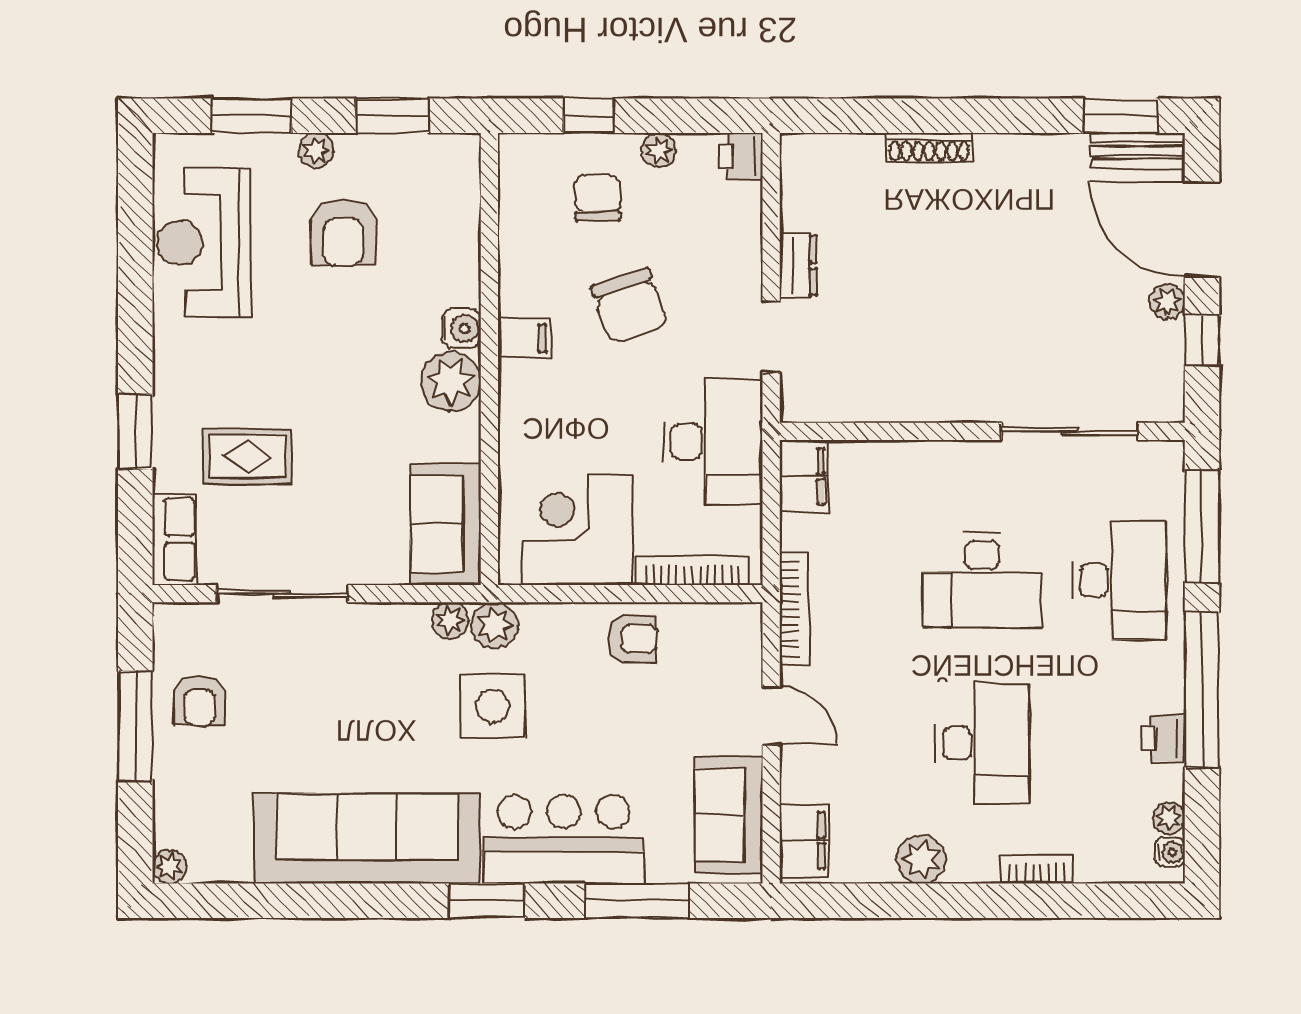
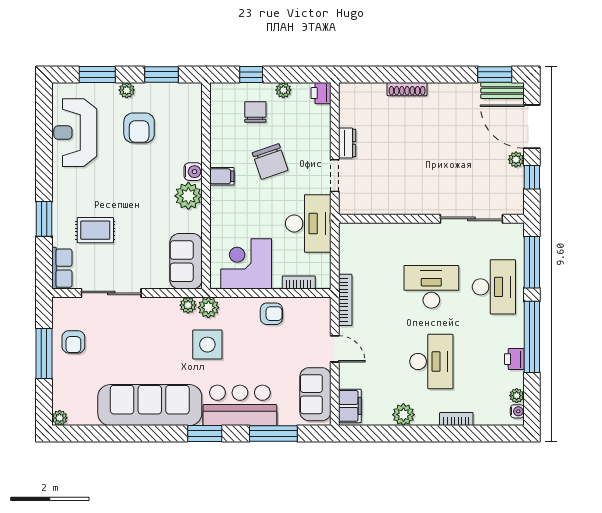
filing cabinet: (804, 476) -> (350, 239), removed
bookcase: (692, 571) -> (299, 283), width x0.64
desk: (982, 580) -> (431, 287), turned 180

